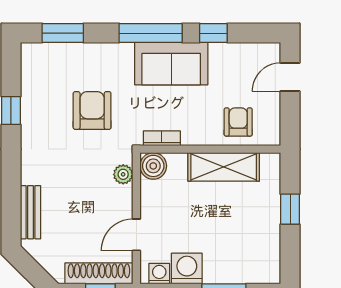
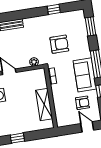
armchair: (238, 122) -> (82, 103), moved
boiler: (153, 166) -> (40, 74), removed
window: (290, 209) -> (17, 138), moved

